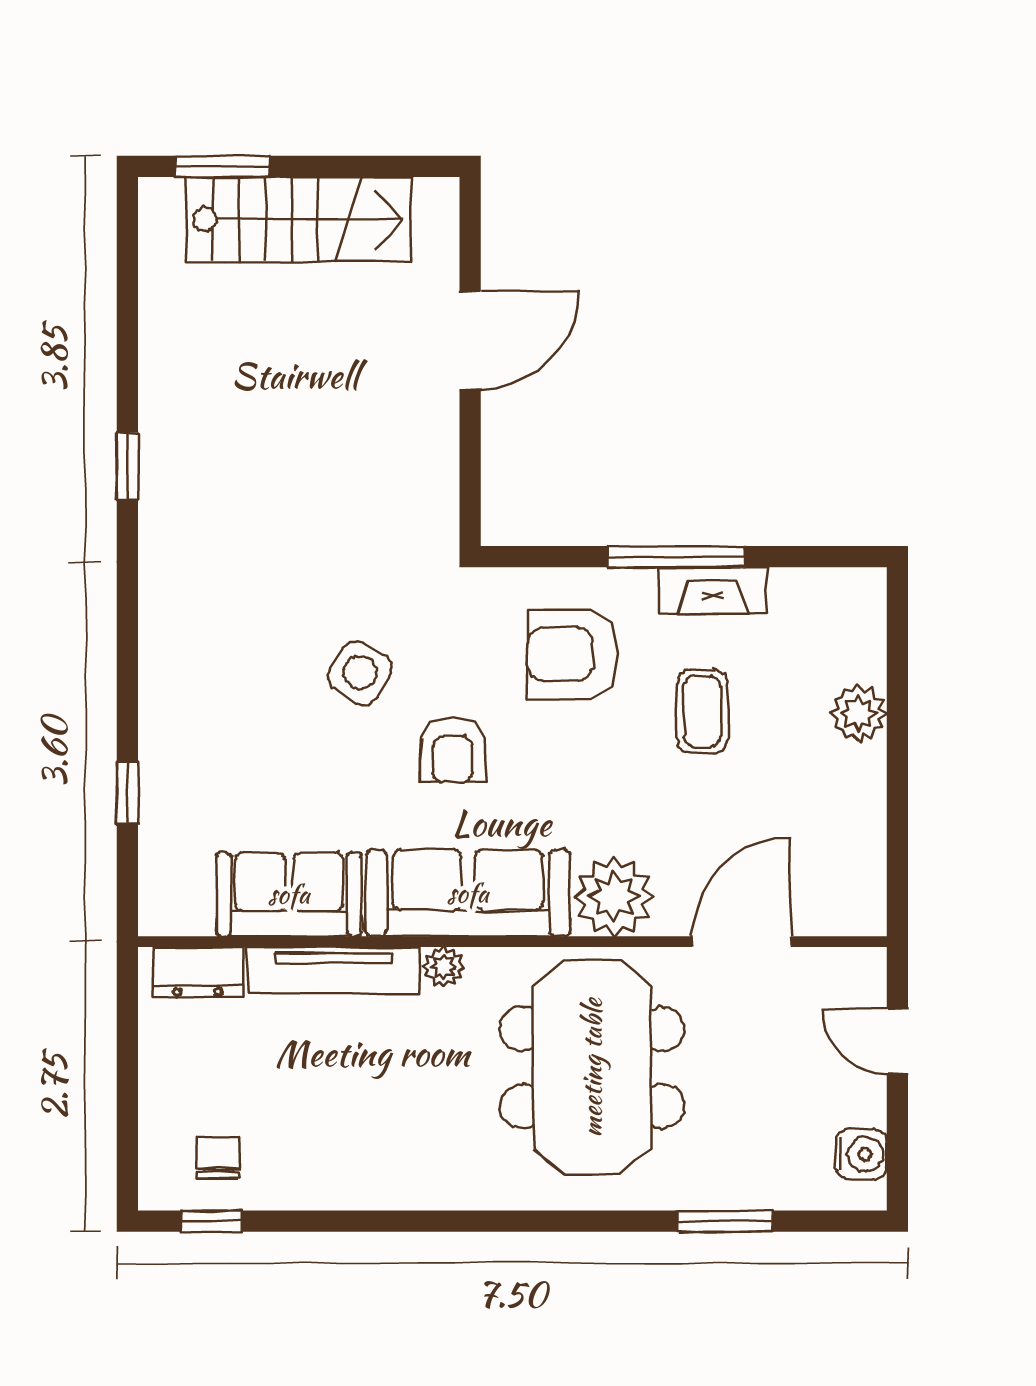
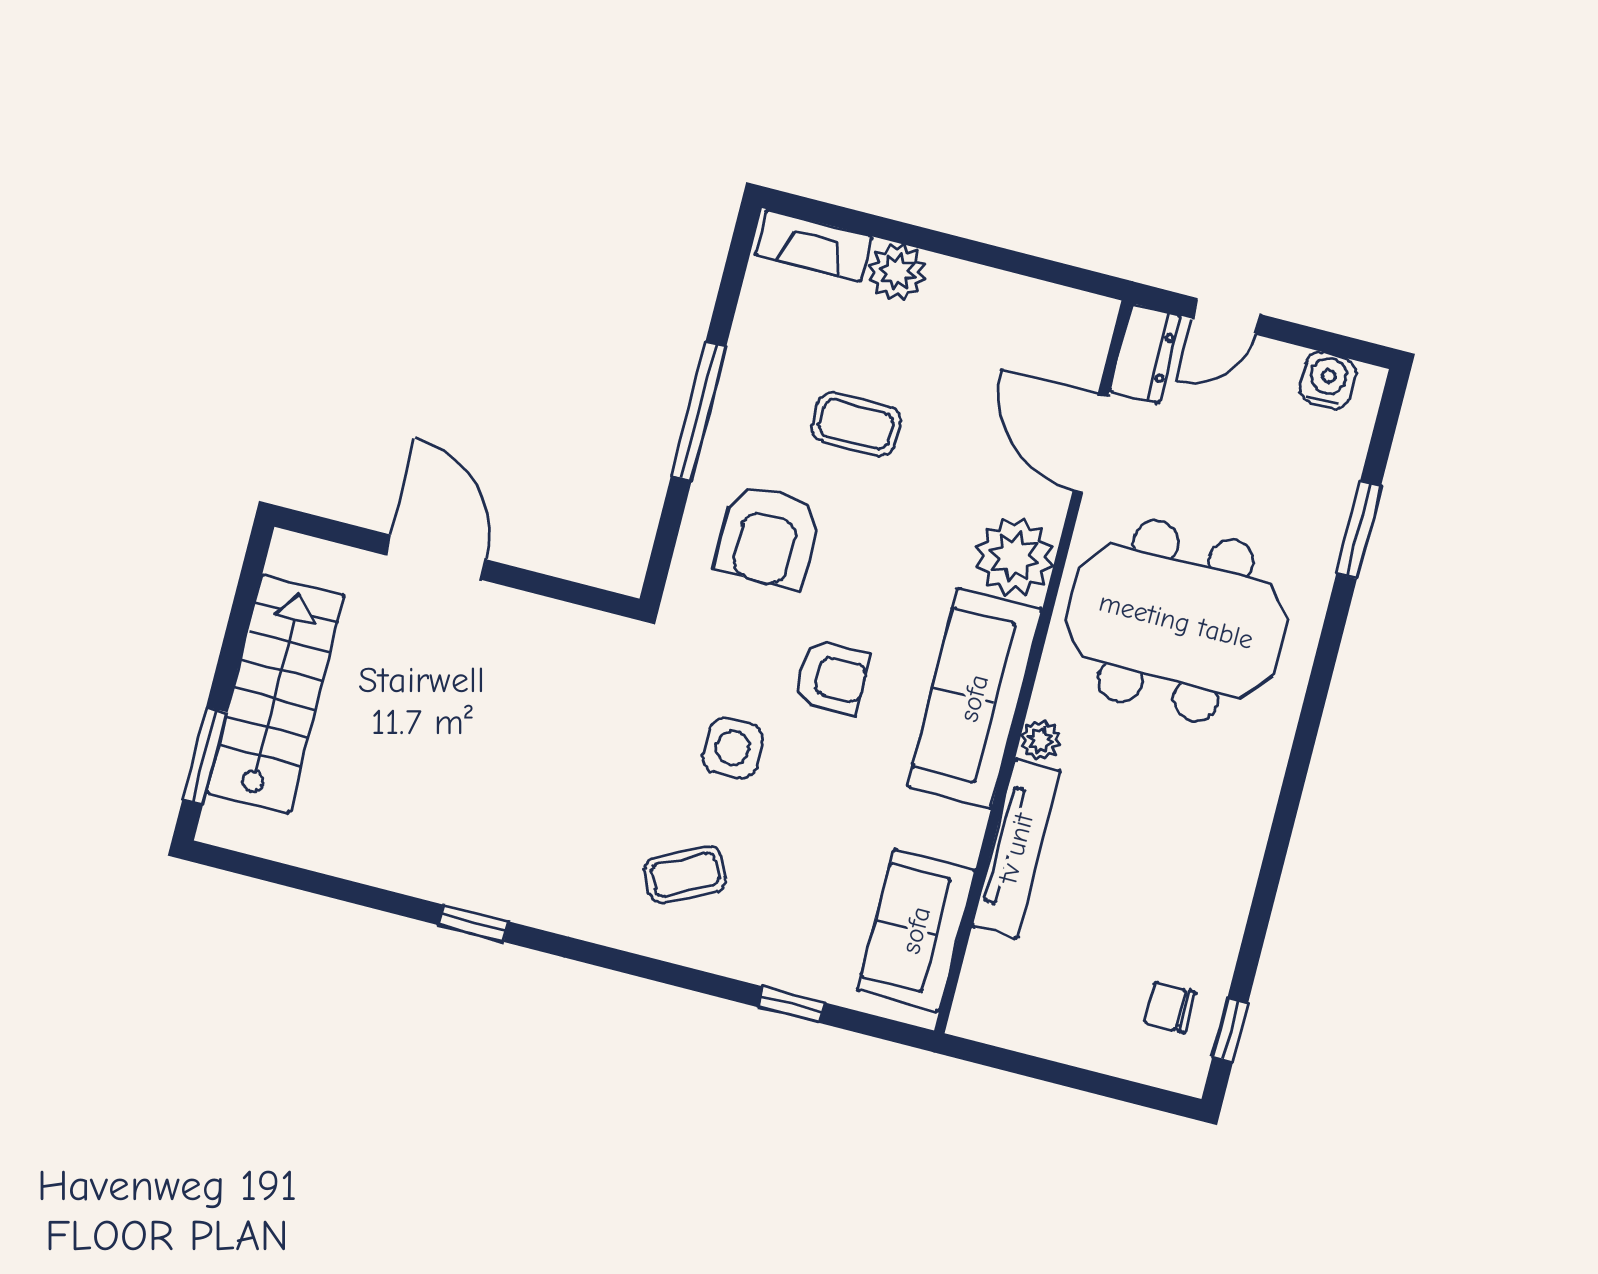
fireplace: (713, 590) -> (814, 245), moved, turned 90
coffee table: (226, 658) -> (685, 875), added
side table: (360, 673) -> (733, 748), turned -31
sofa: (289, 894) -> (916, 930), moved
dresser: (198, 972) -> (1145, 353), moved

